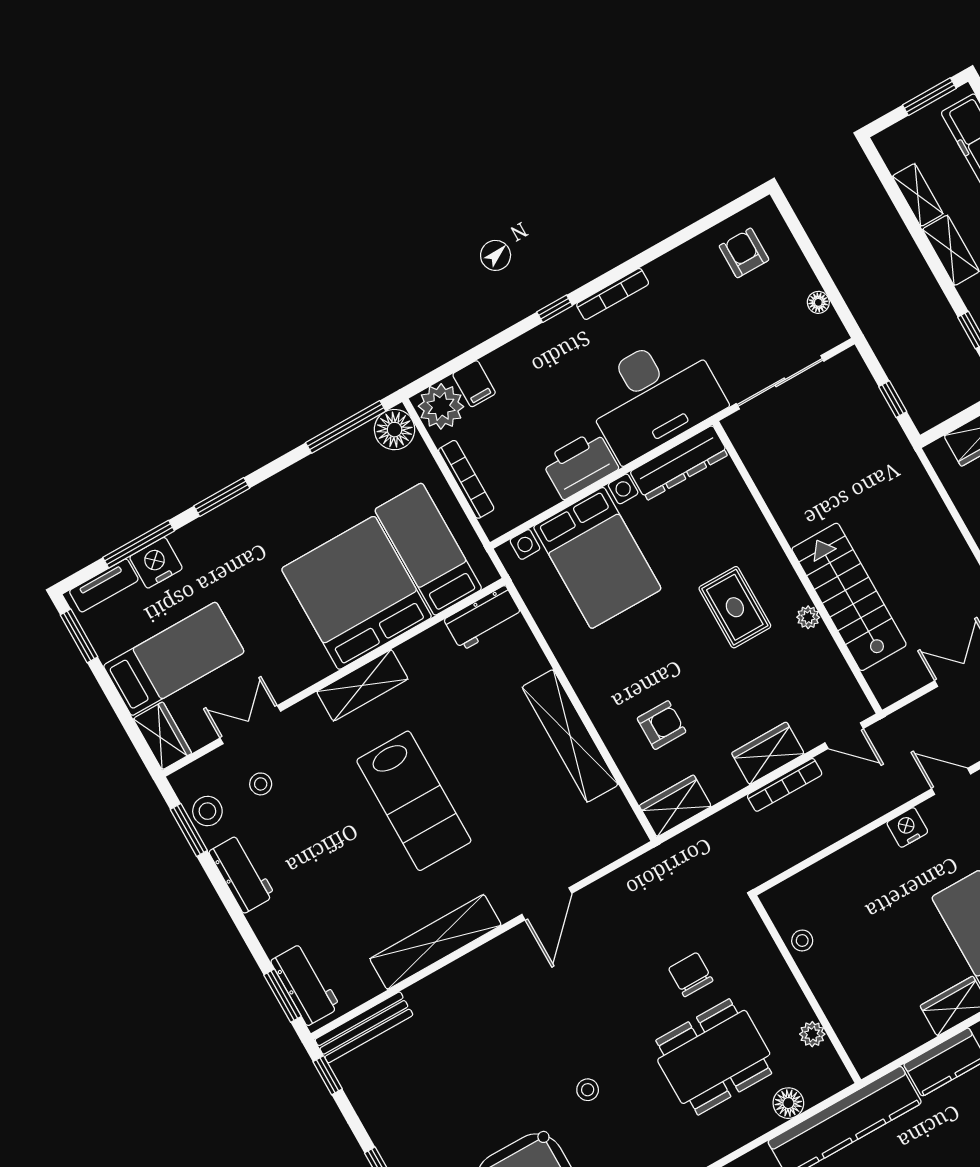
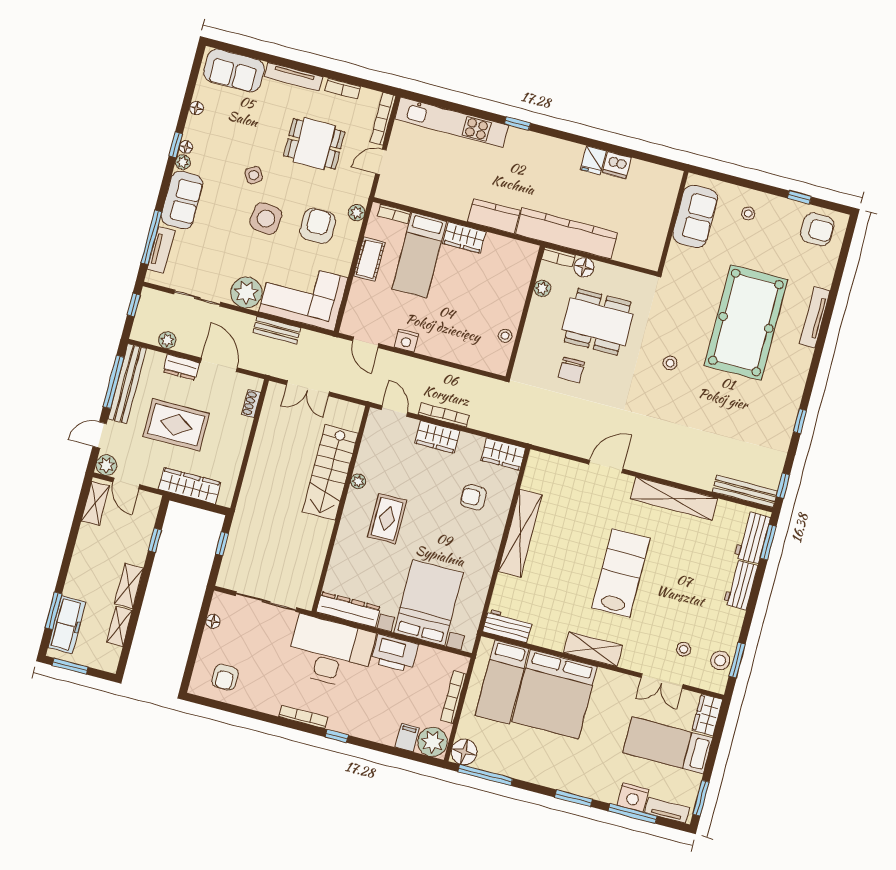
workbench: (242, 874) -> (741, 585), moved
bookcase: (828, 1087) -> (558, 257), added

